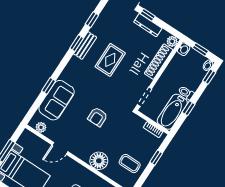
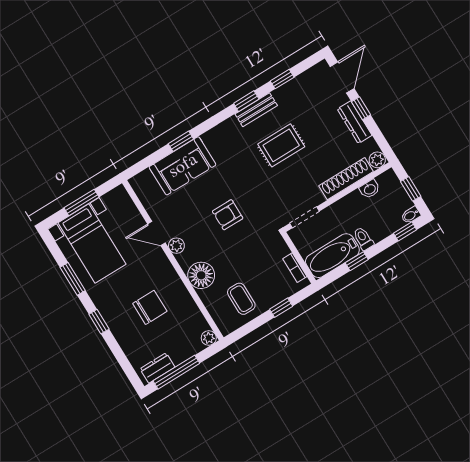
washbasin: (184, 49) -> (370, 189), moved
plant: (41, 127) -> (176, 246), moved

